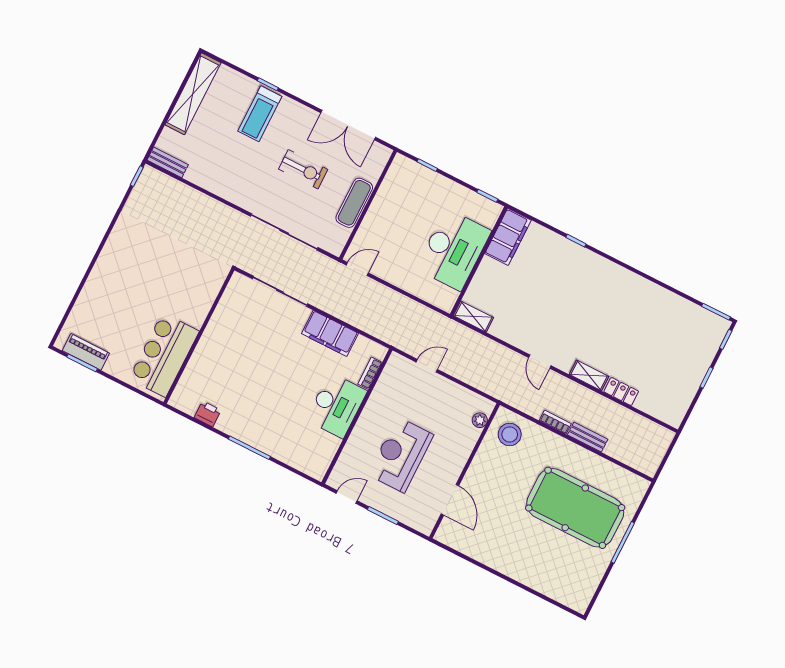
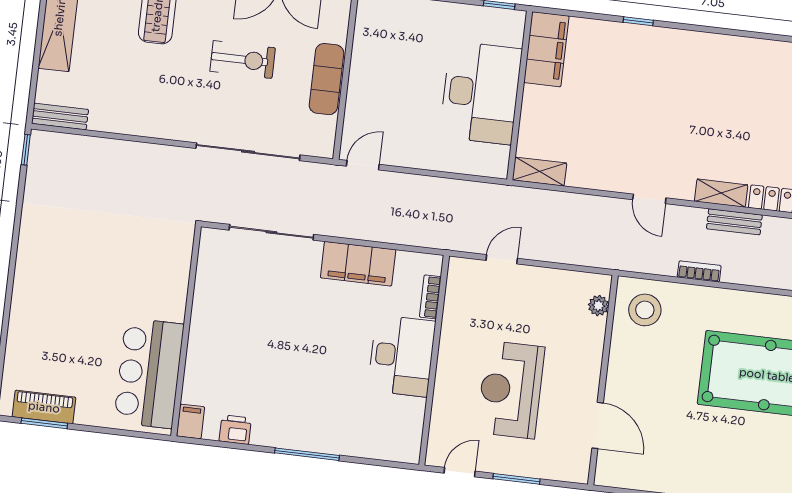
filing cabinet: (180, 397) -> (191, 421), added
bench: (588, 437) -> (734, 222), moved

